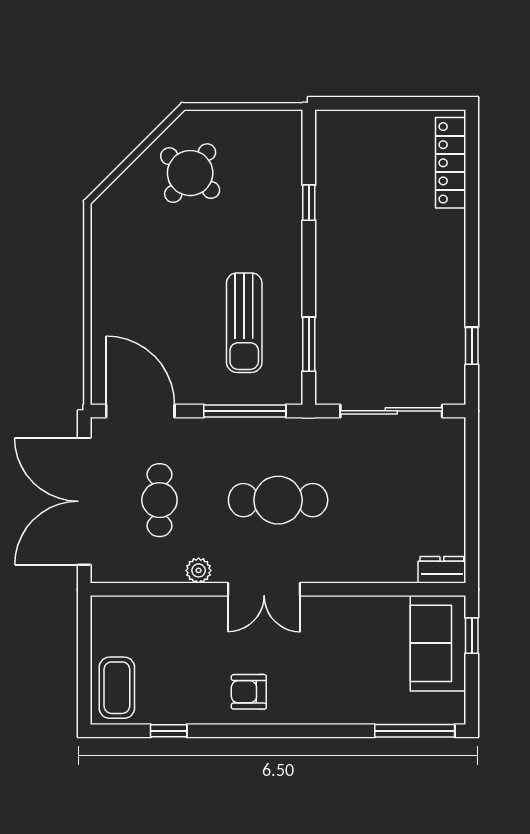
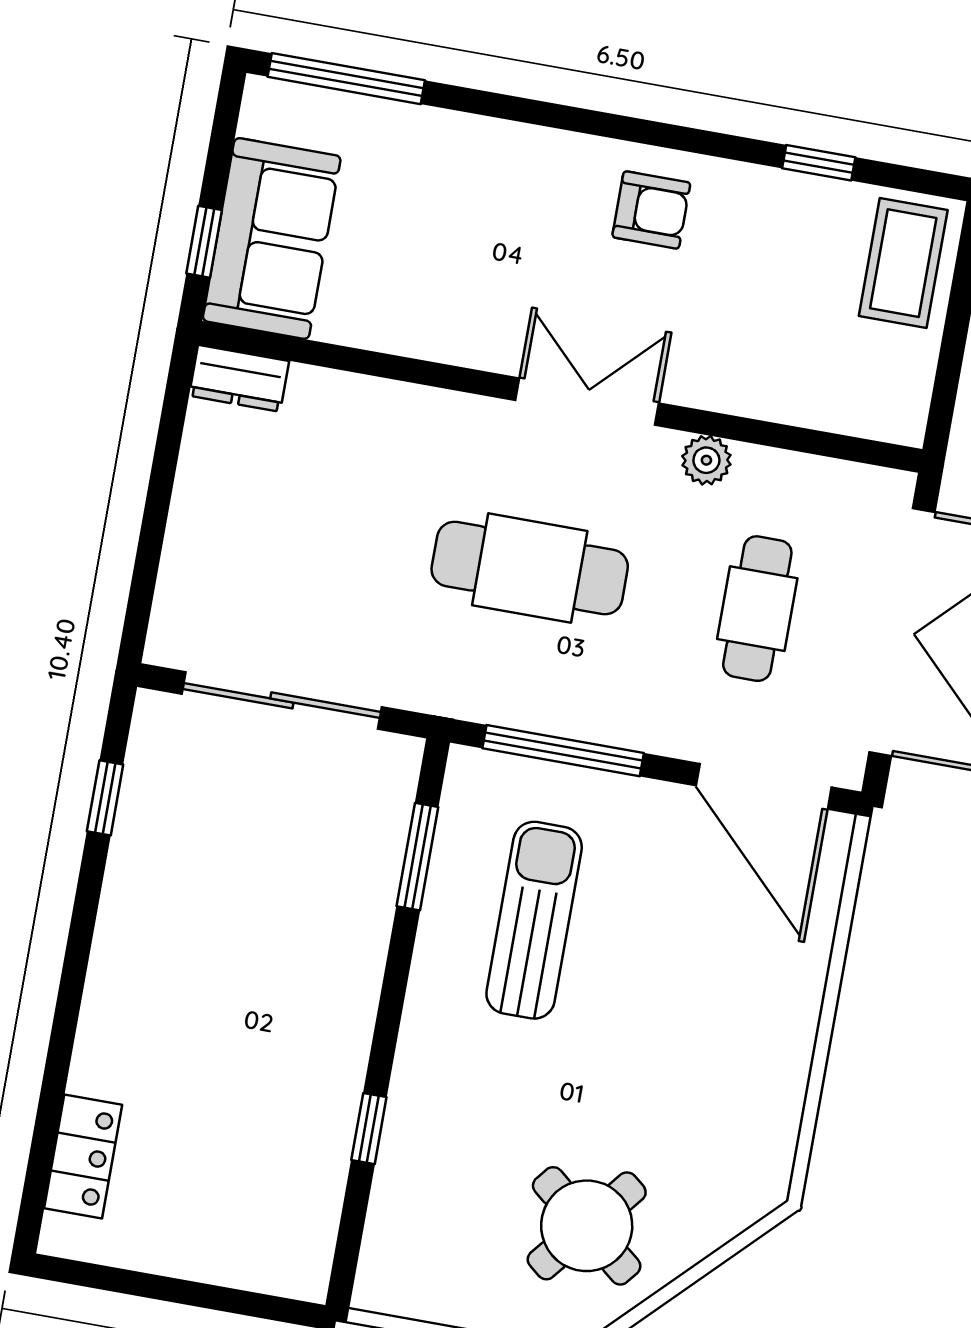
locker: (451, 163) -> (83, 1156), width x0.66

